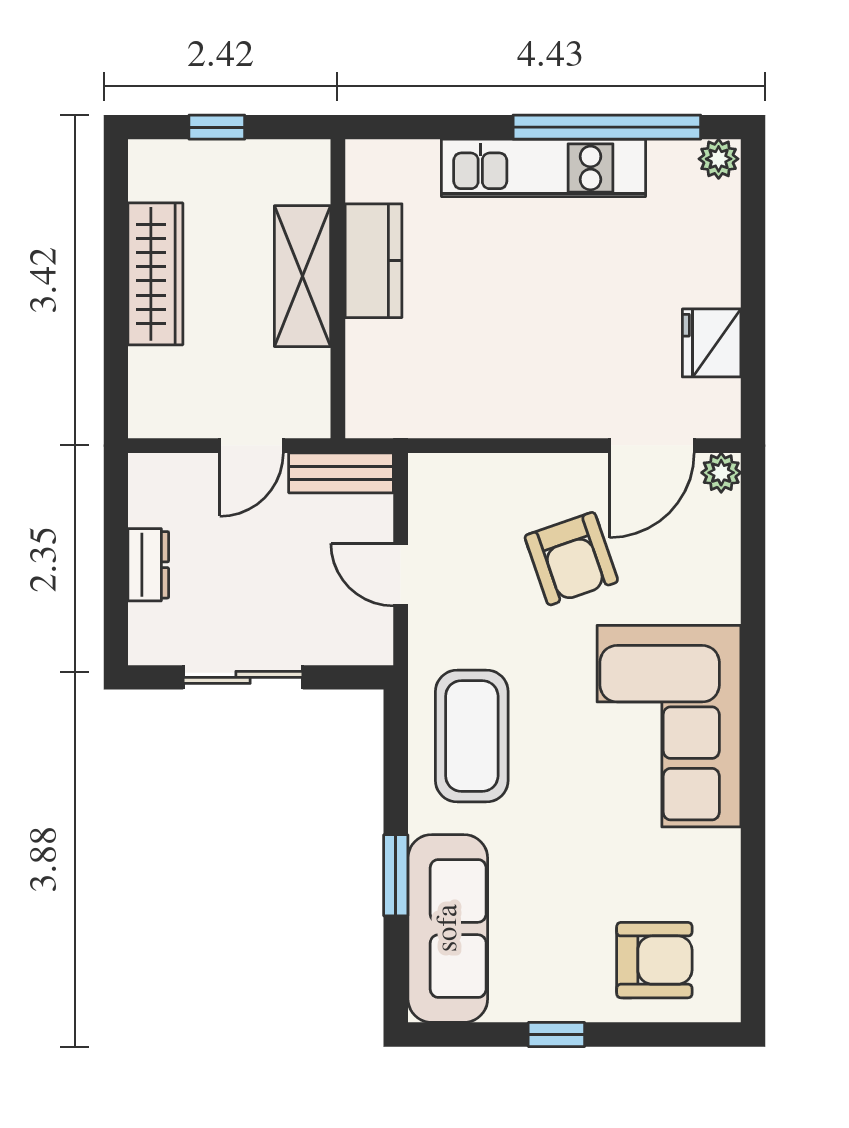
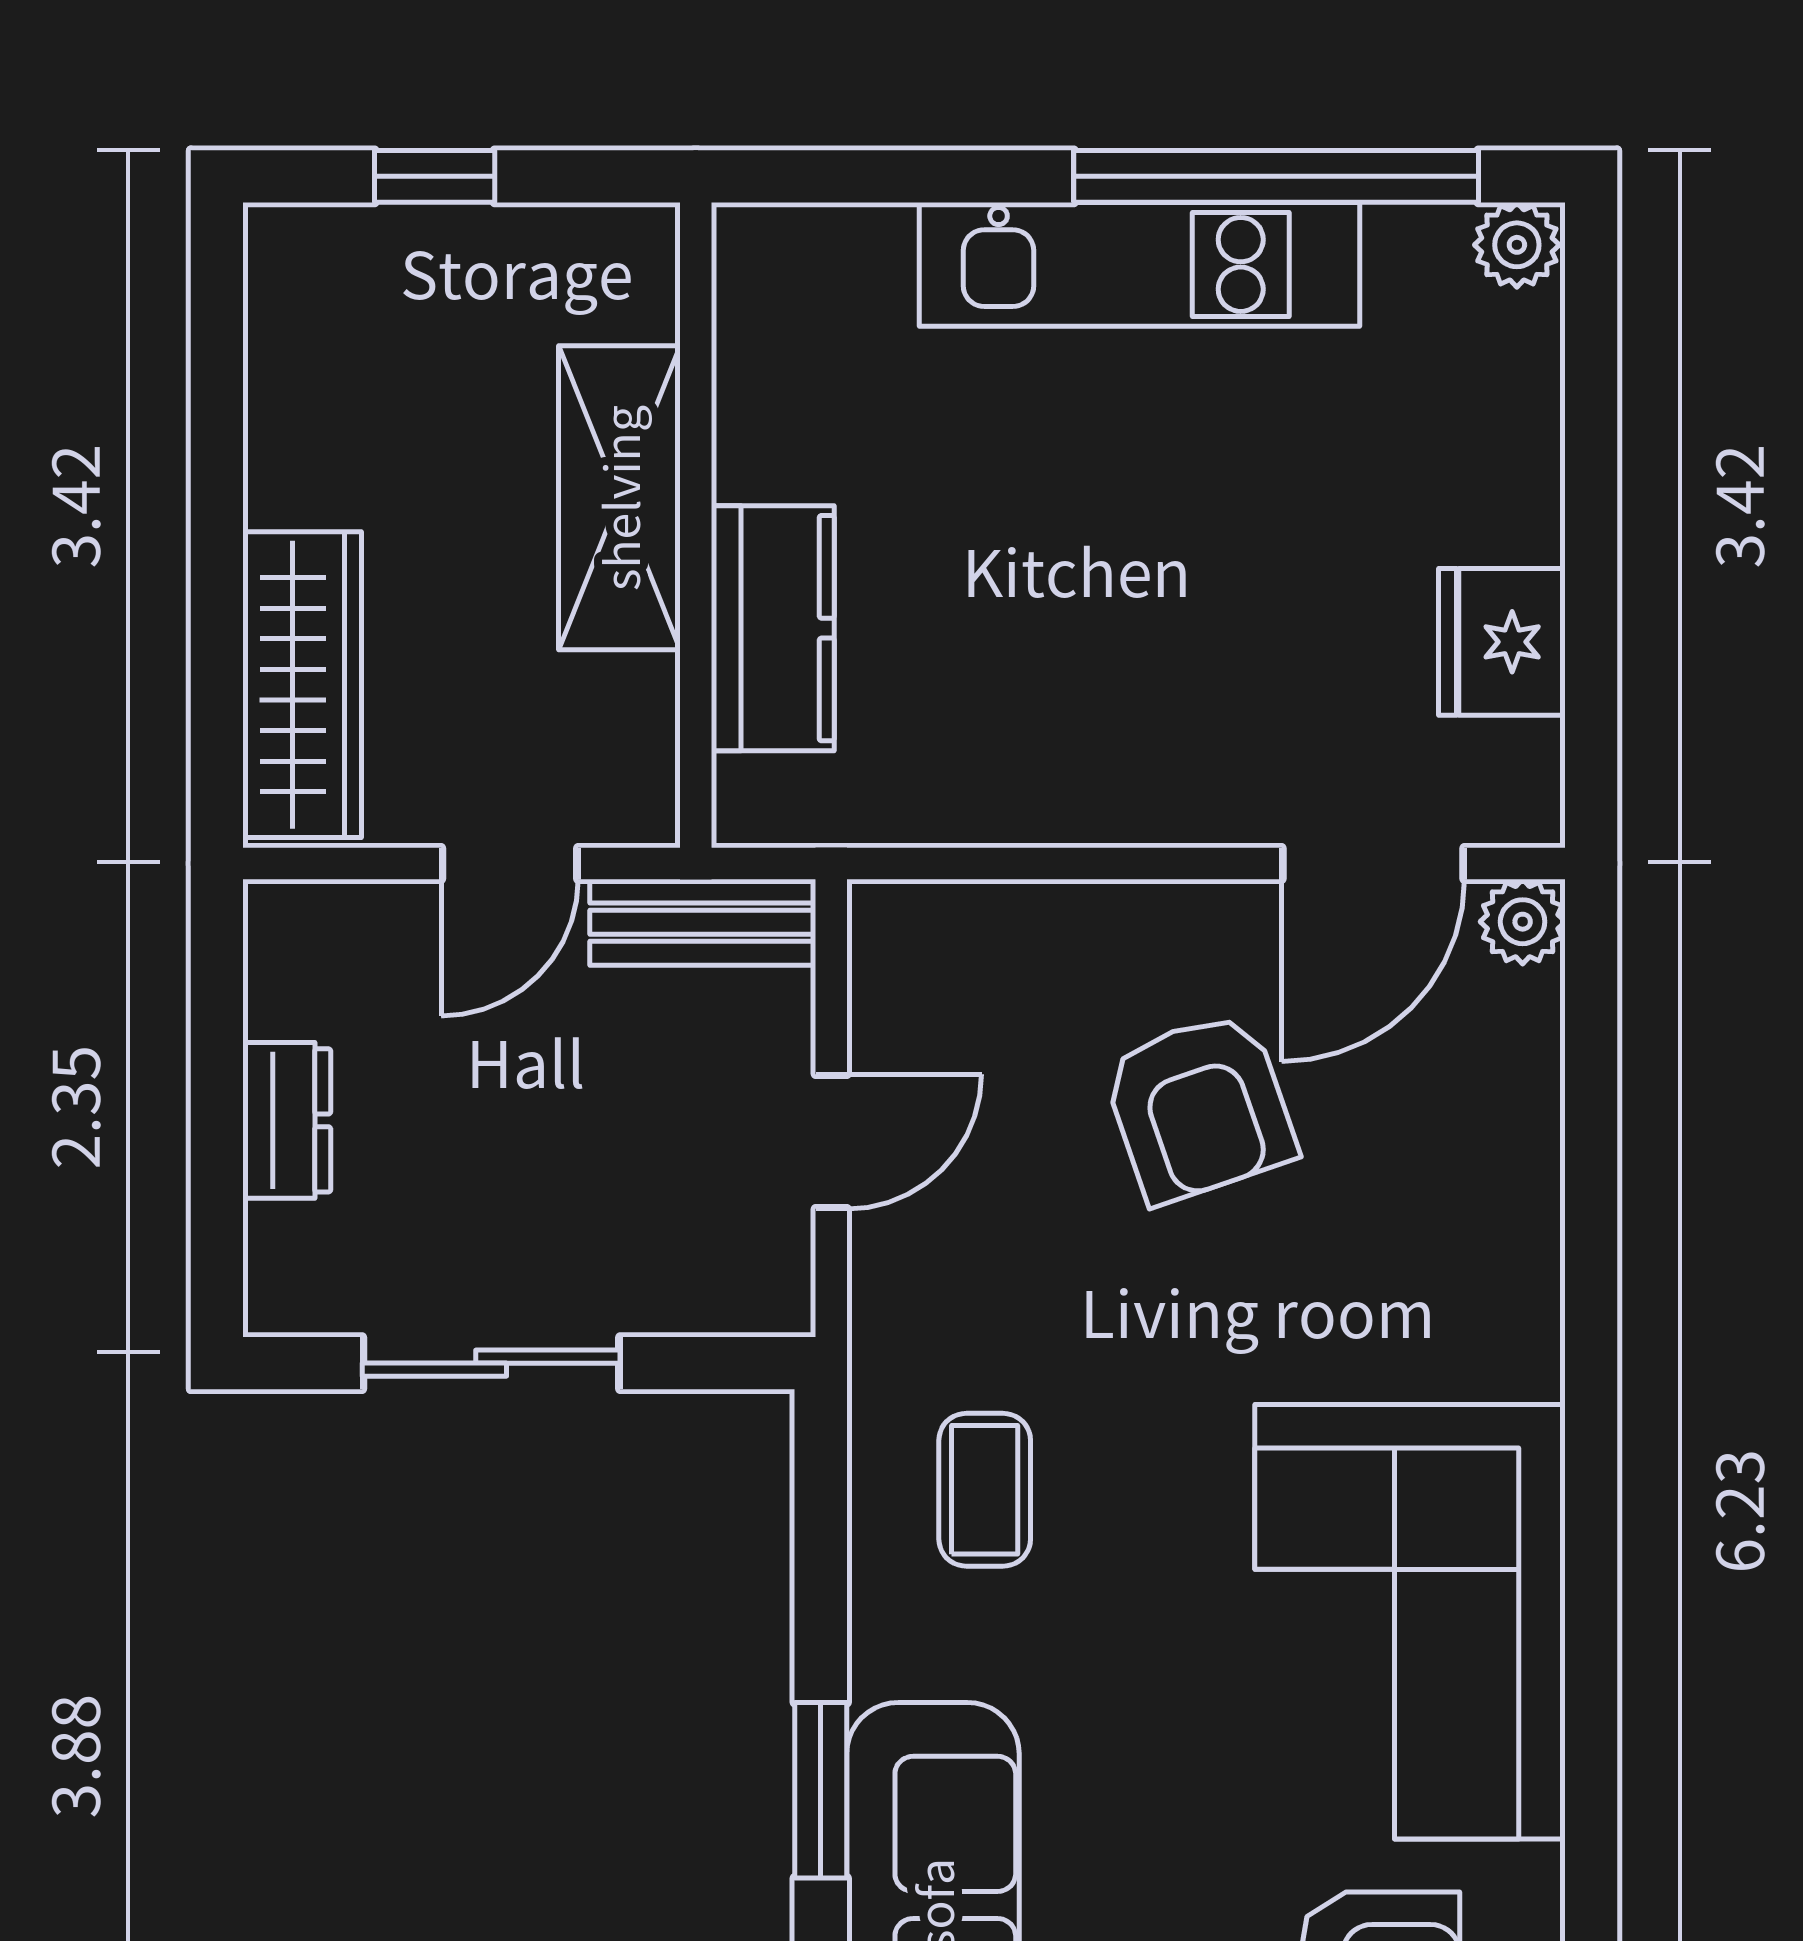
kitchen counter: (374, 261) -> (773, 628), moved
wardrobe: (155, 274) -> (302, 685), moved
door: (401, 575) -> (831, 1142), swing flipped
corner sofa: (669, 726) -> (1410, 1622), moved
coffee table: (472, 736) -> (985, 1490), width x0.54, depth x0.58

